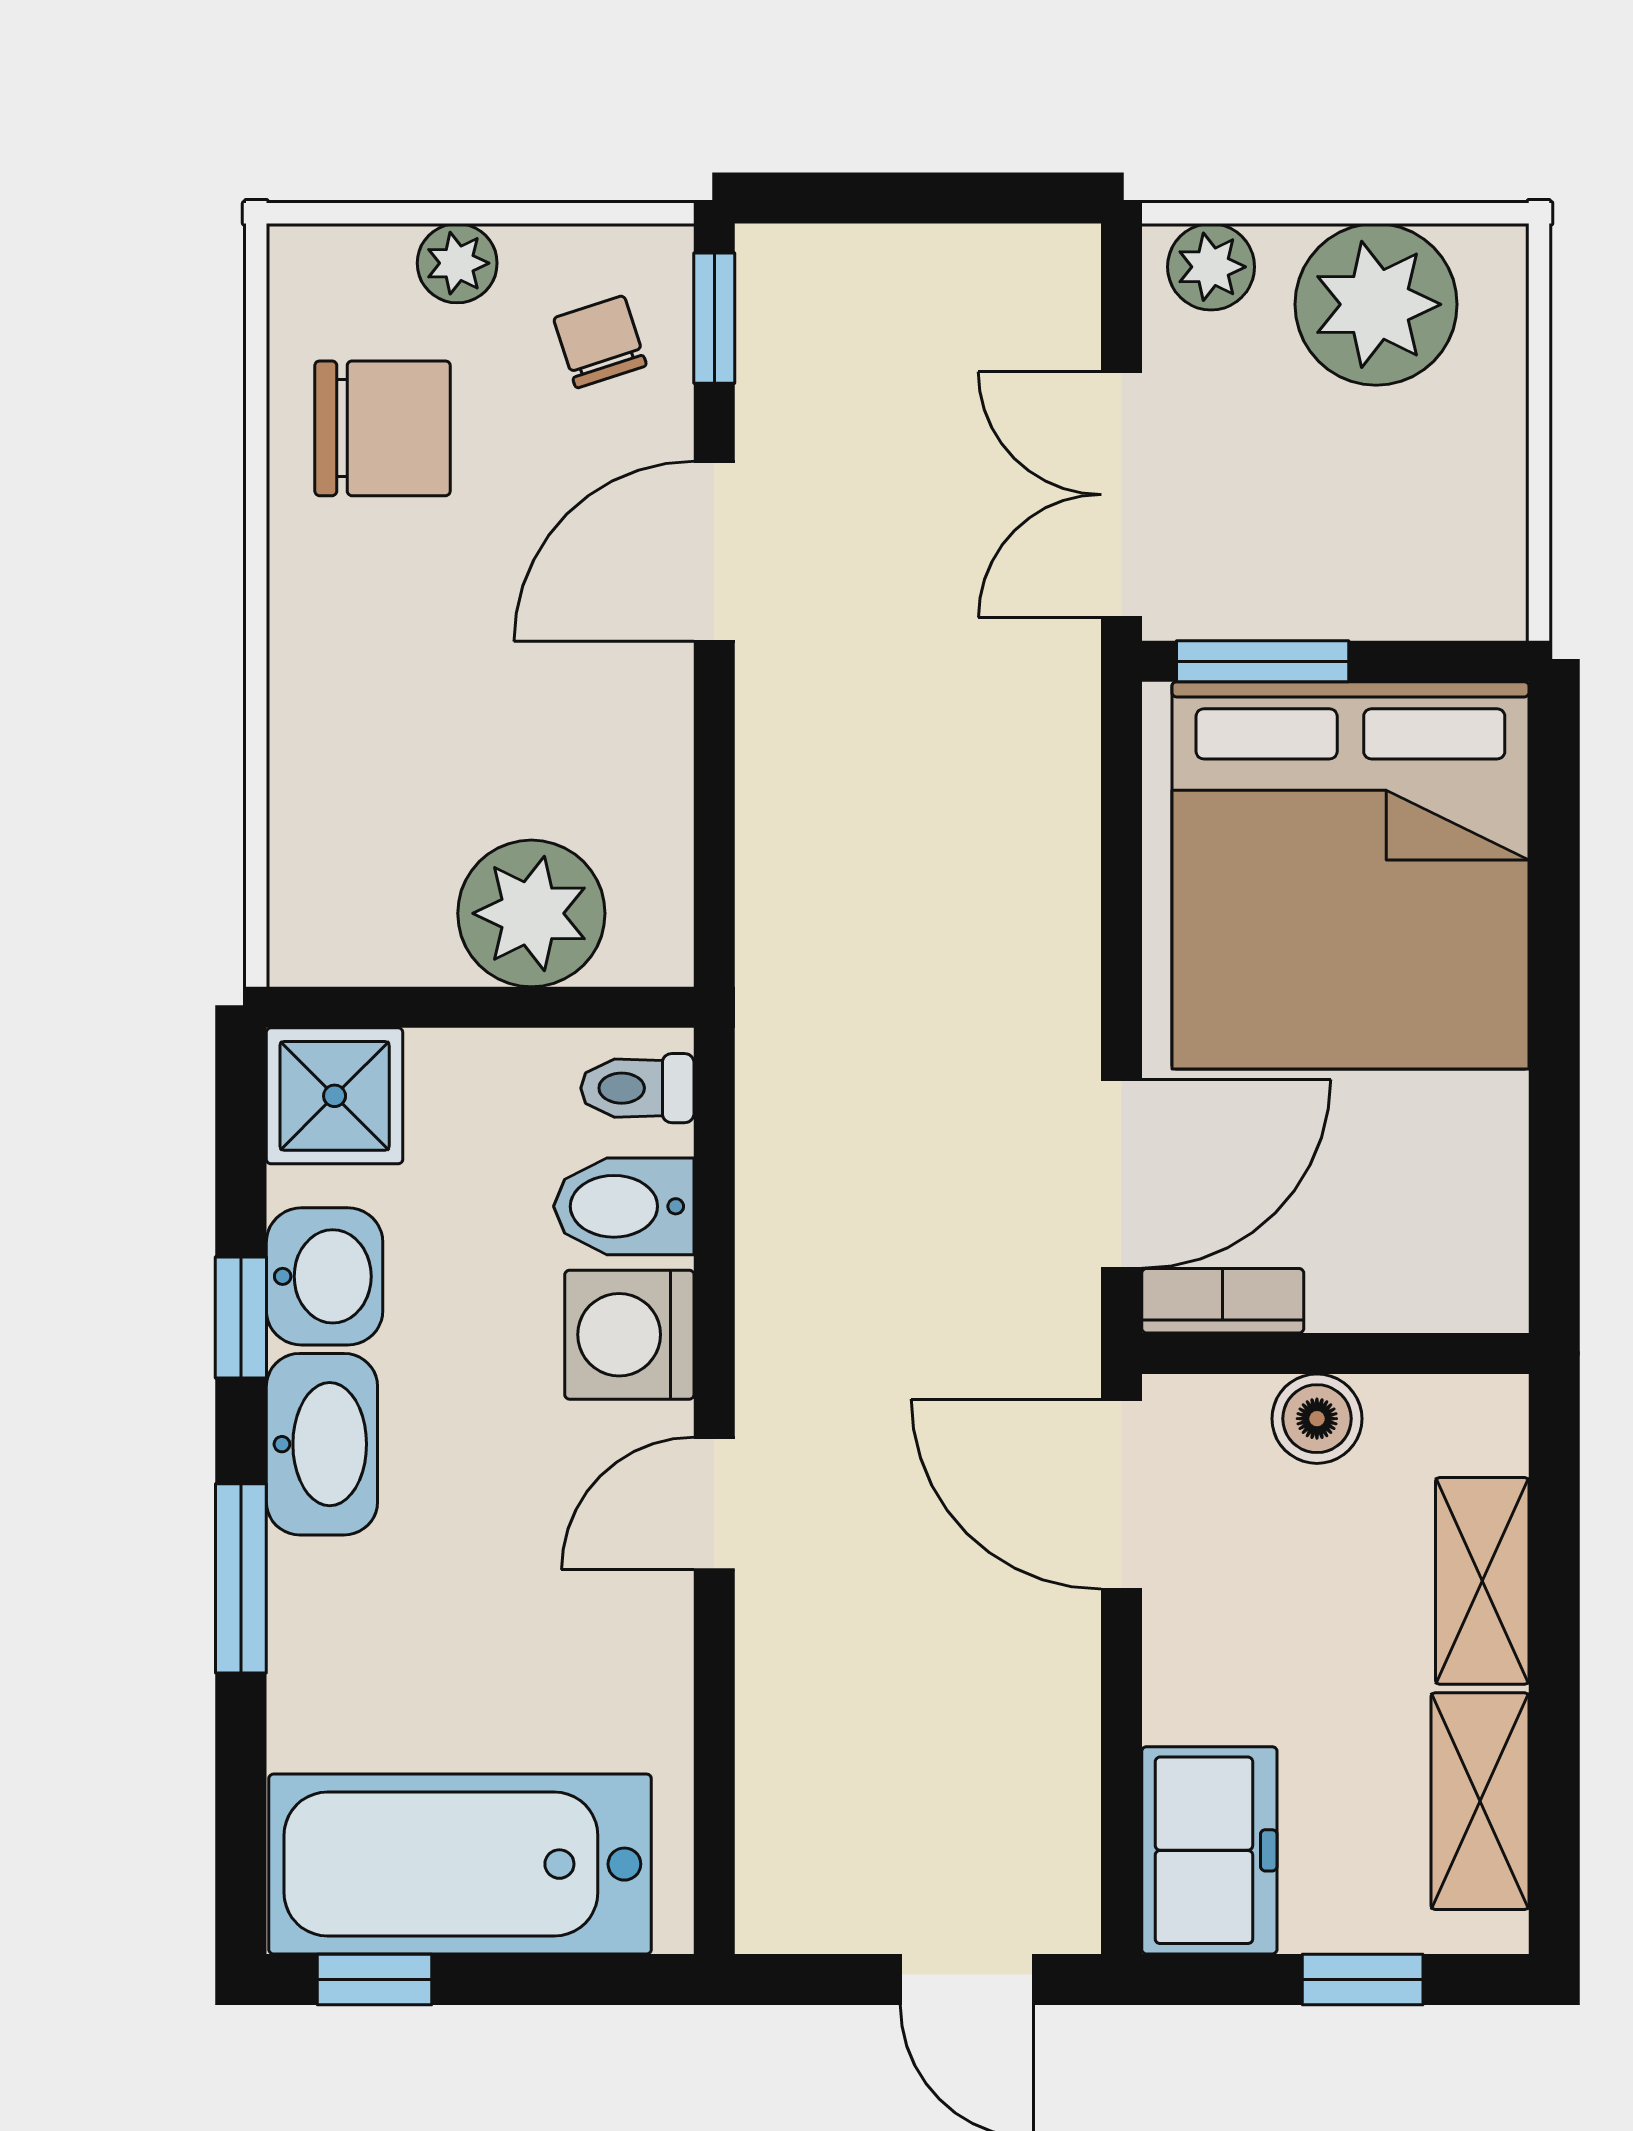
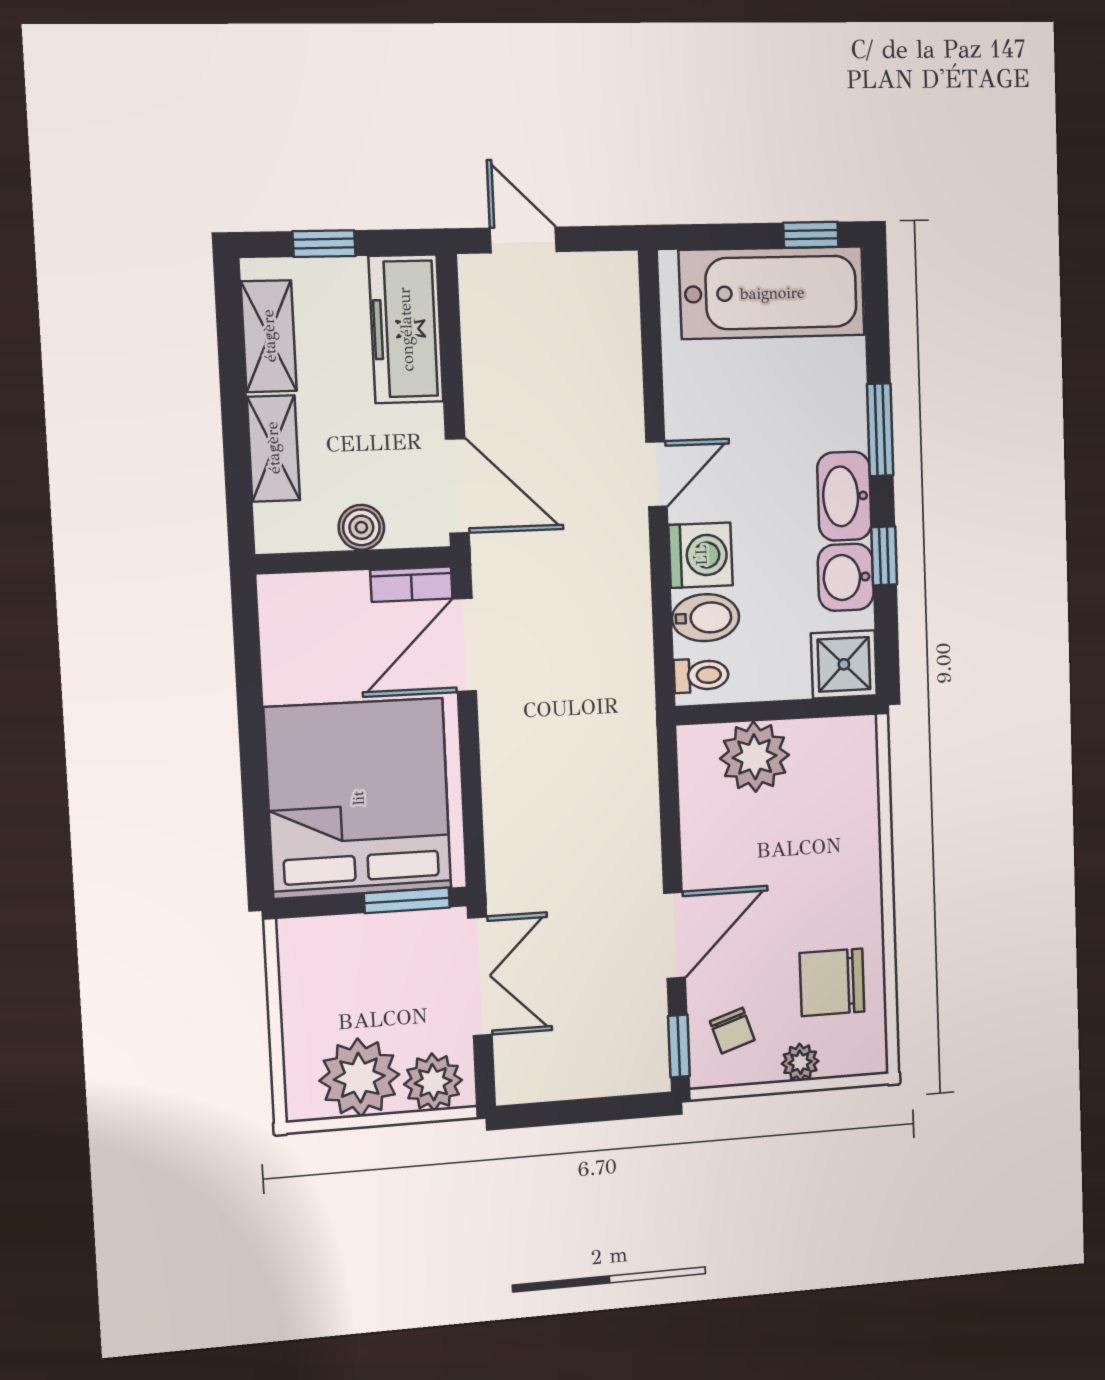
plant: (1211, 267) -> (433, 1082), width x1.38, depth x1.38
freezer: (1209, 1850) -> (406, 329), width x1.40

